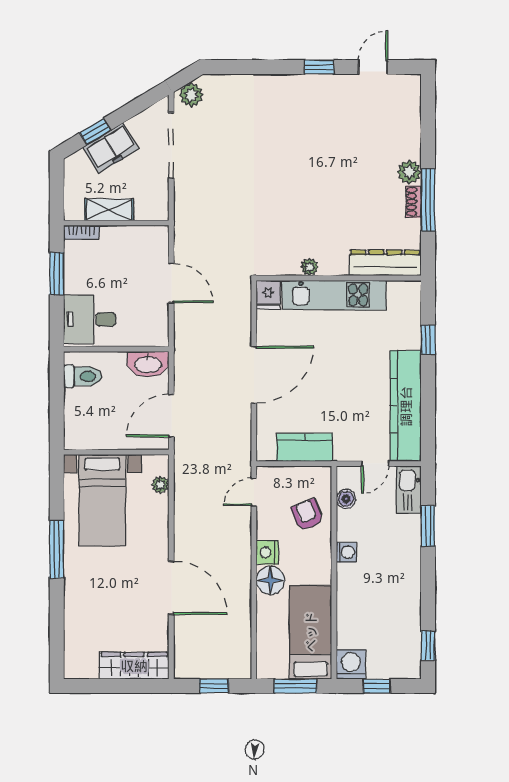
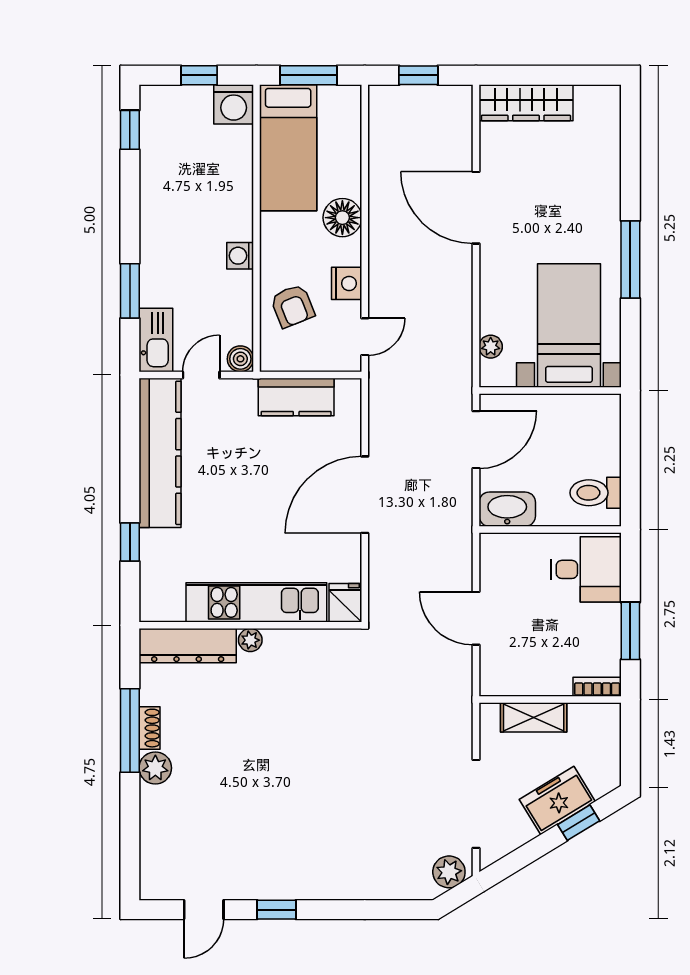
shelving: (109, 210) -> (534, 717), moved
plant: (310, 267) -> (250, 640), moved
boiler: (346, 499) -> (240, 359), moved
nightstand: (267, 552) -> (347, 283), moved

